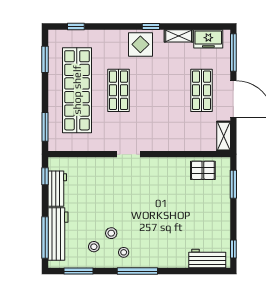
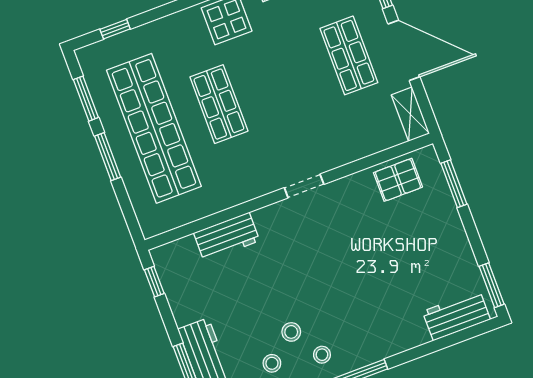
window: (45, 127) -> (108, 157), moved
doorway: (129, 154) -> (304, 186), moved
workbench: (57, 189) -> (227, 237), moved, turned 90
window: (233, 249) -> (492, 285), width x1.50

